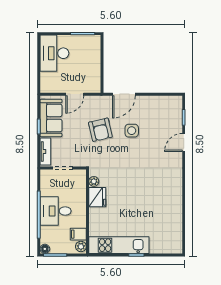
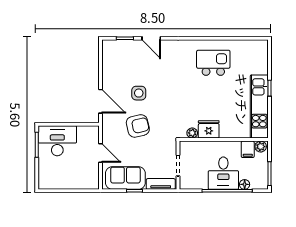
desk: (54, 53) -> (57, 141), moved, turned 180
kitchen island: (160, 201) -> (213, 63), added
floor lamp: (45, 249) -> (245, 184), moved

